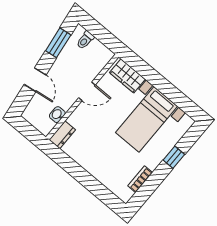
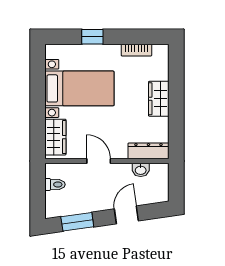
toilet: (85, 40) -> (55, 184), moved
dresser: (62, 135) -> (148, 151), width x1.44
wardrobe: (95, 167) -> (159, 99), added

